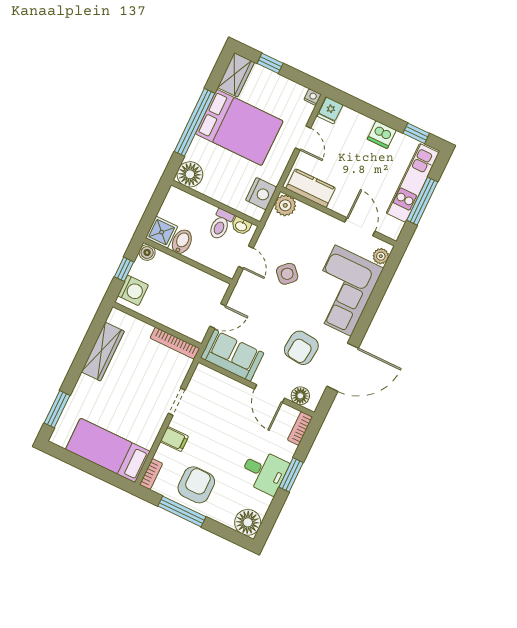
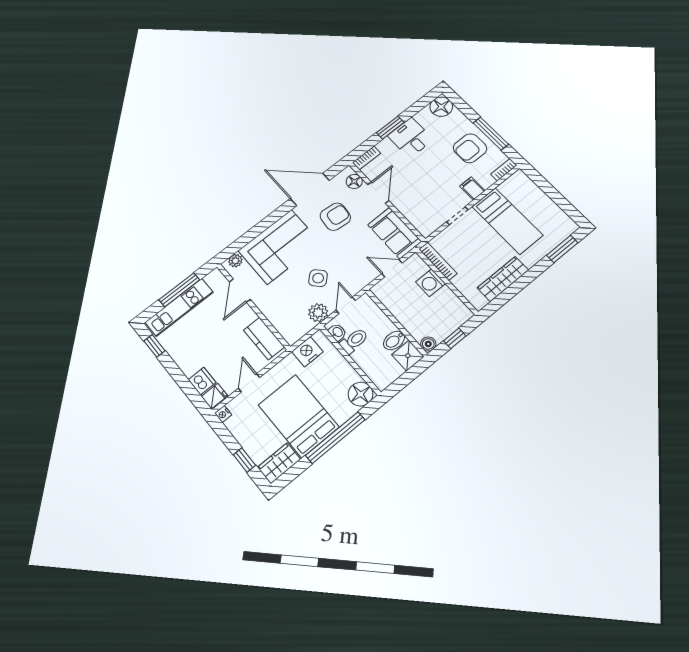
dishwasher: (382, 135) -> (202, 381), moved
plant: (285, 205) -> (318, 313), moved
washing machine: (133, 290) -> (431, 283), moved, turned -90
bed: (108, 450) -> (507, 221), moved

